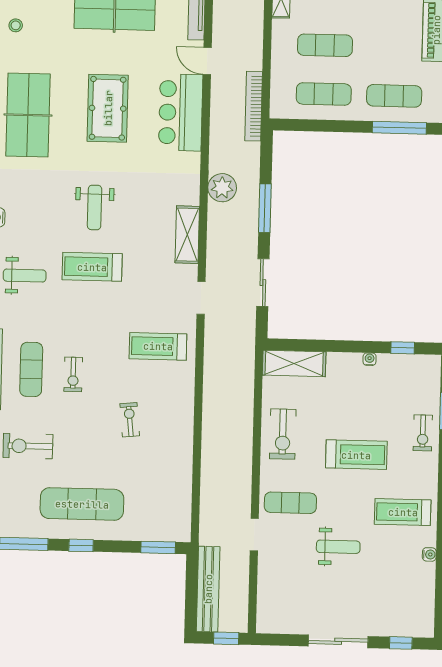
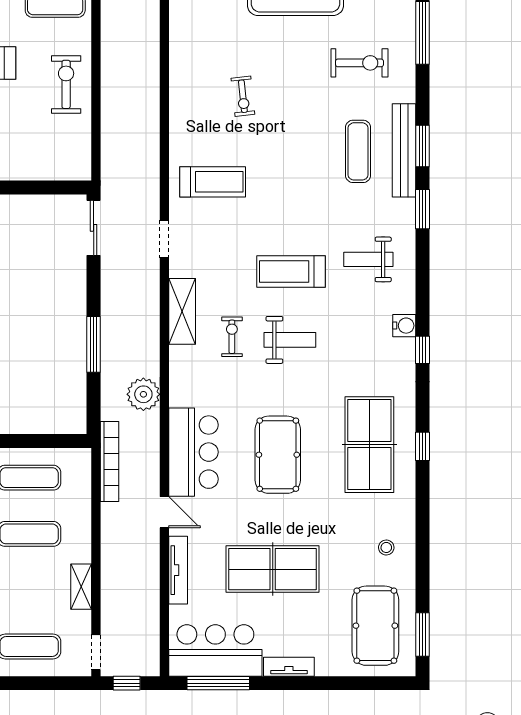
plant: (222, 188) -> (143, 394), moved
weight bench: (95, 207) -> (290, 340), turned 90
treadmill: (92, 267) -> (291, 272), turned 180
sliding door: (263, 283) -> (94, 228), moved
shelving: (294, 363) -> (55, 166), removed
exercise bike: (73, 374) -> (232, 337), moved

